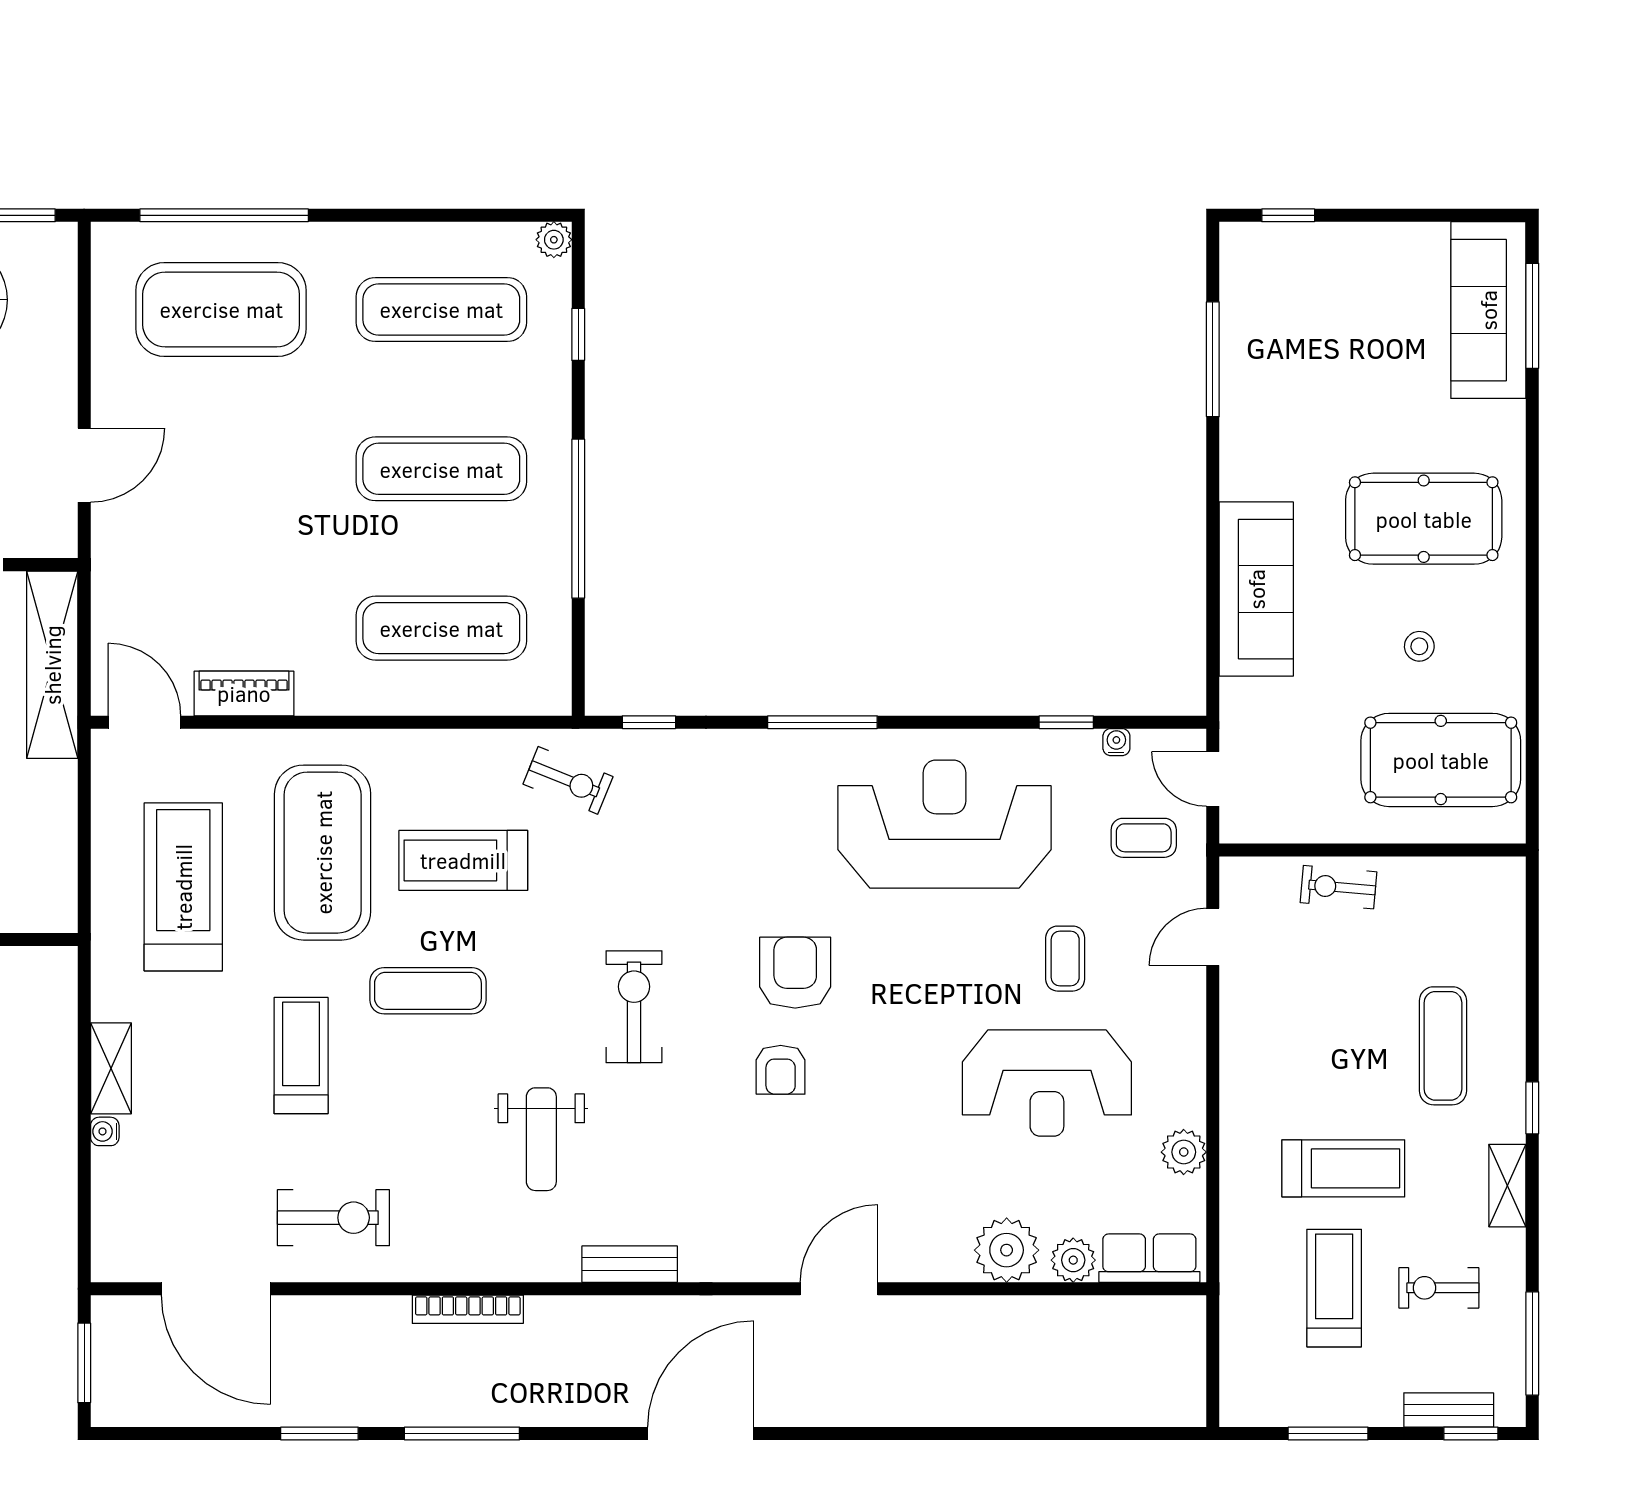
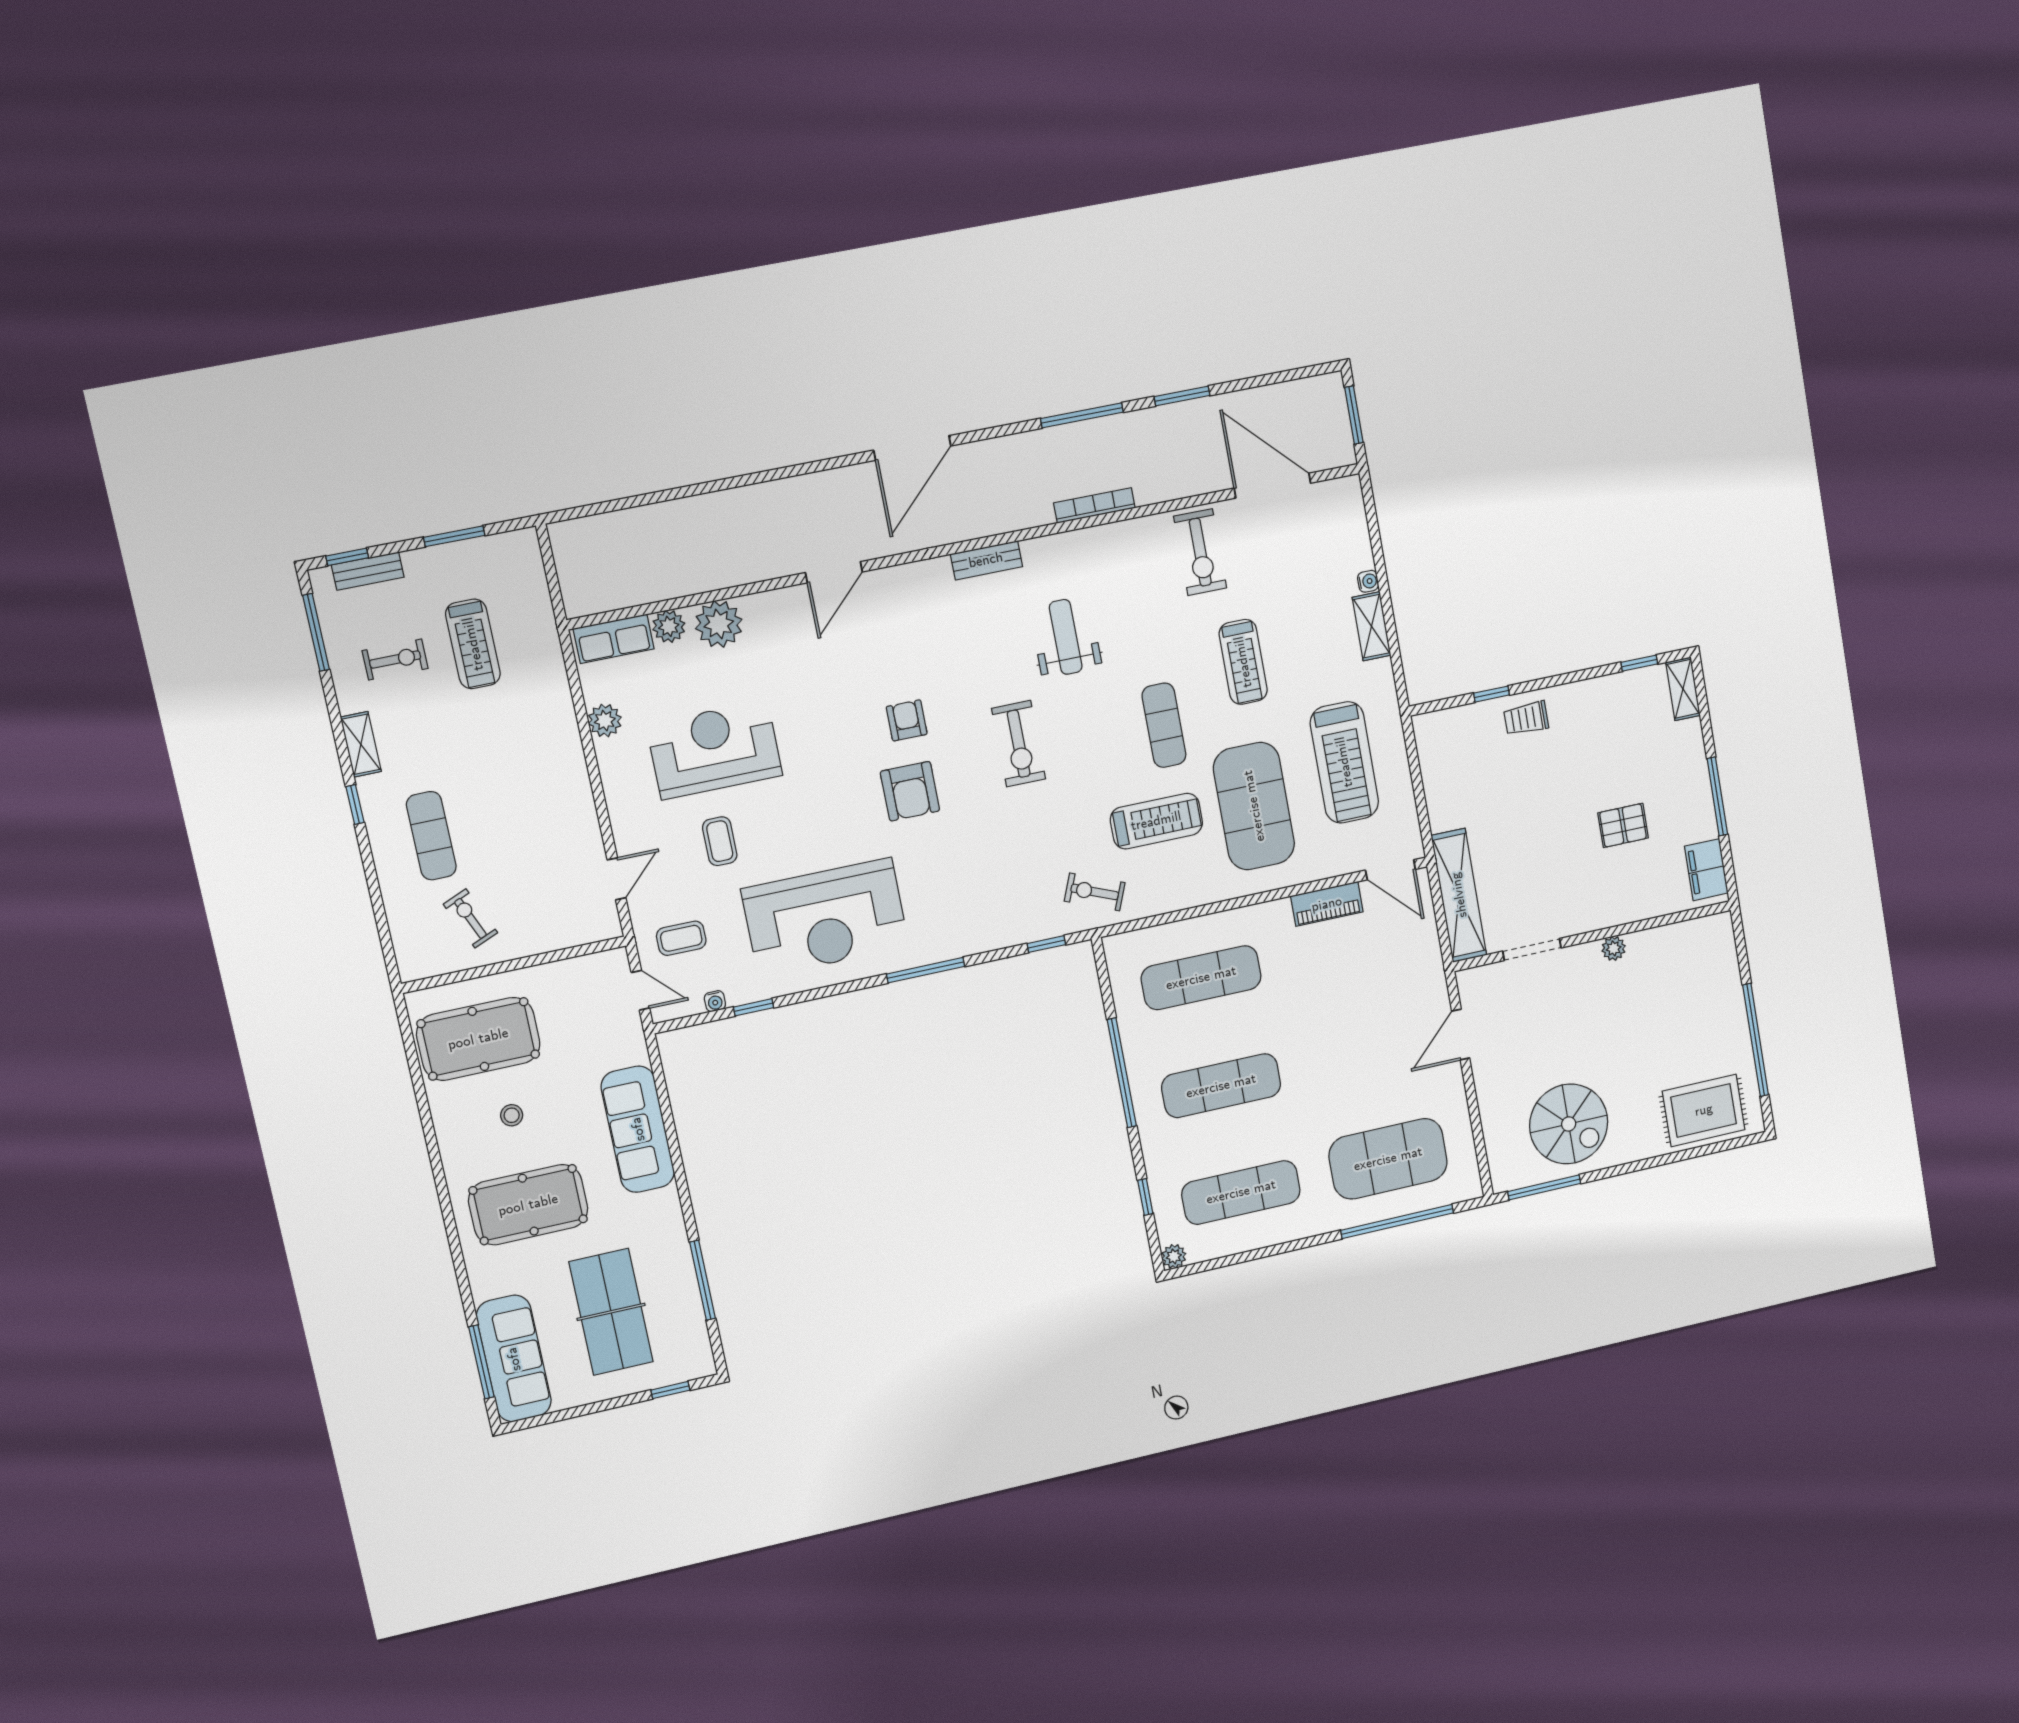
table tennis table: (1345, 344) -> (611, 1312), added
exercise bike: (1338, 887) -> (470, 918), moved, turned -118
exercise mat: (428, 991) -> (1164, 725), turned 90
treadmill: (1343, 1168) -> (485, 732), removed
exercise bike: (333, 1218) -> (1200, 552), turned -90

